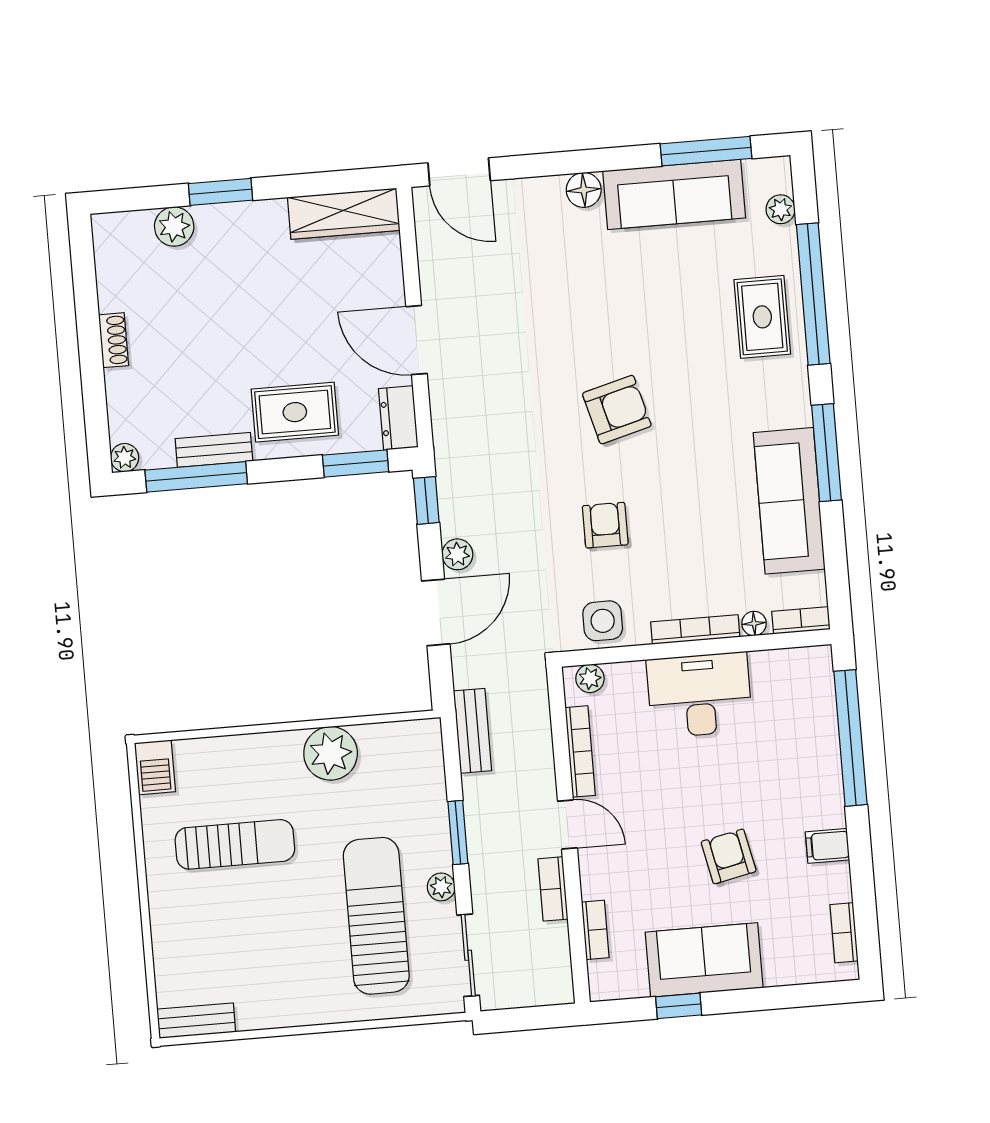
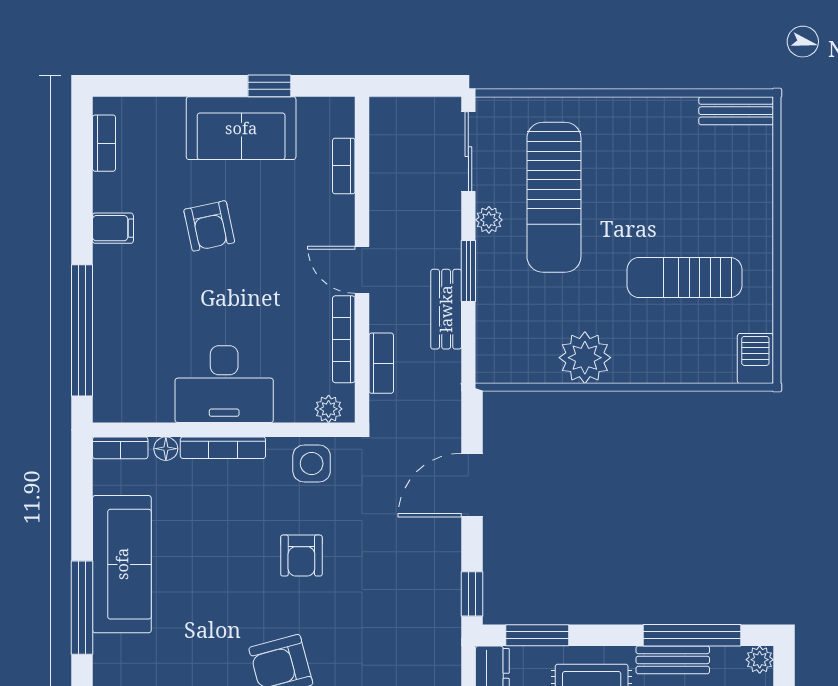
plant: (457, 554) -> (446, 539), removed
bench: (473, 731) -> (446, 309), moved
bookcase: (553, 889) -> (381, 363), moved

